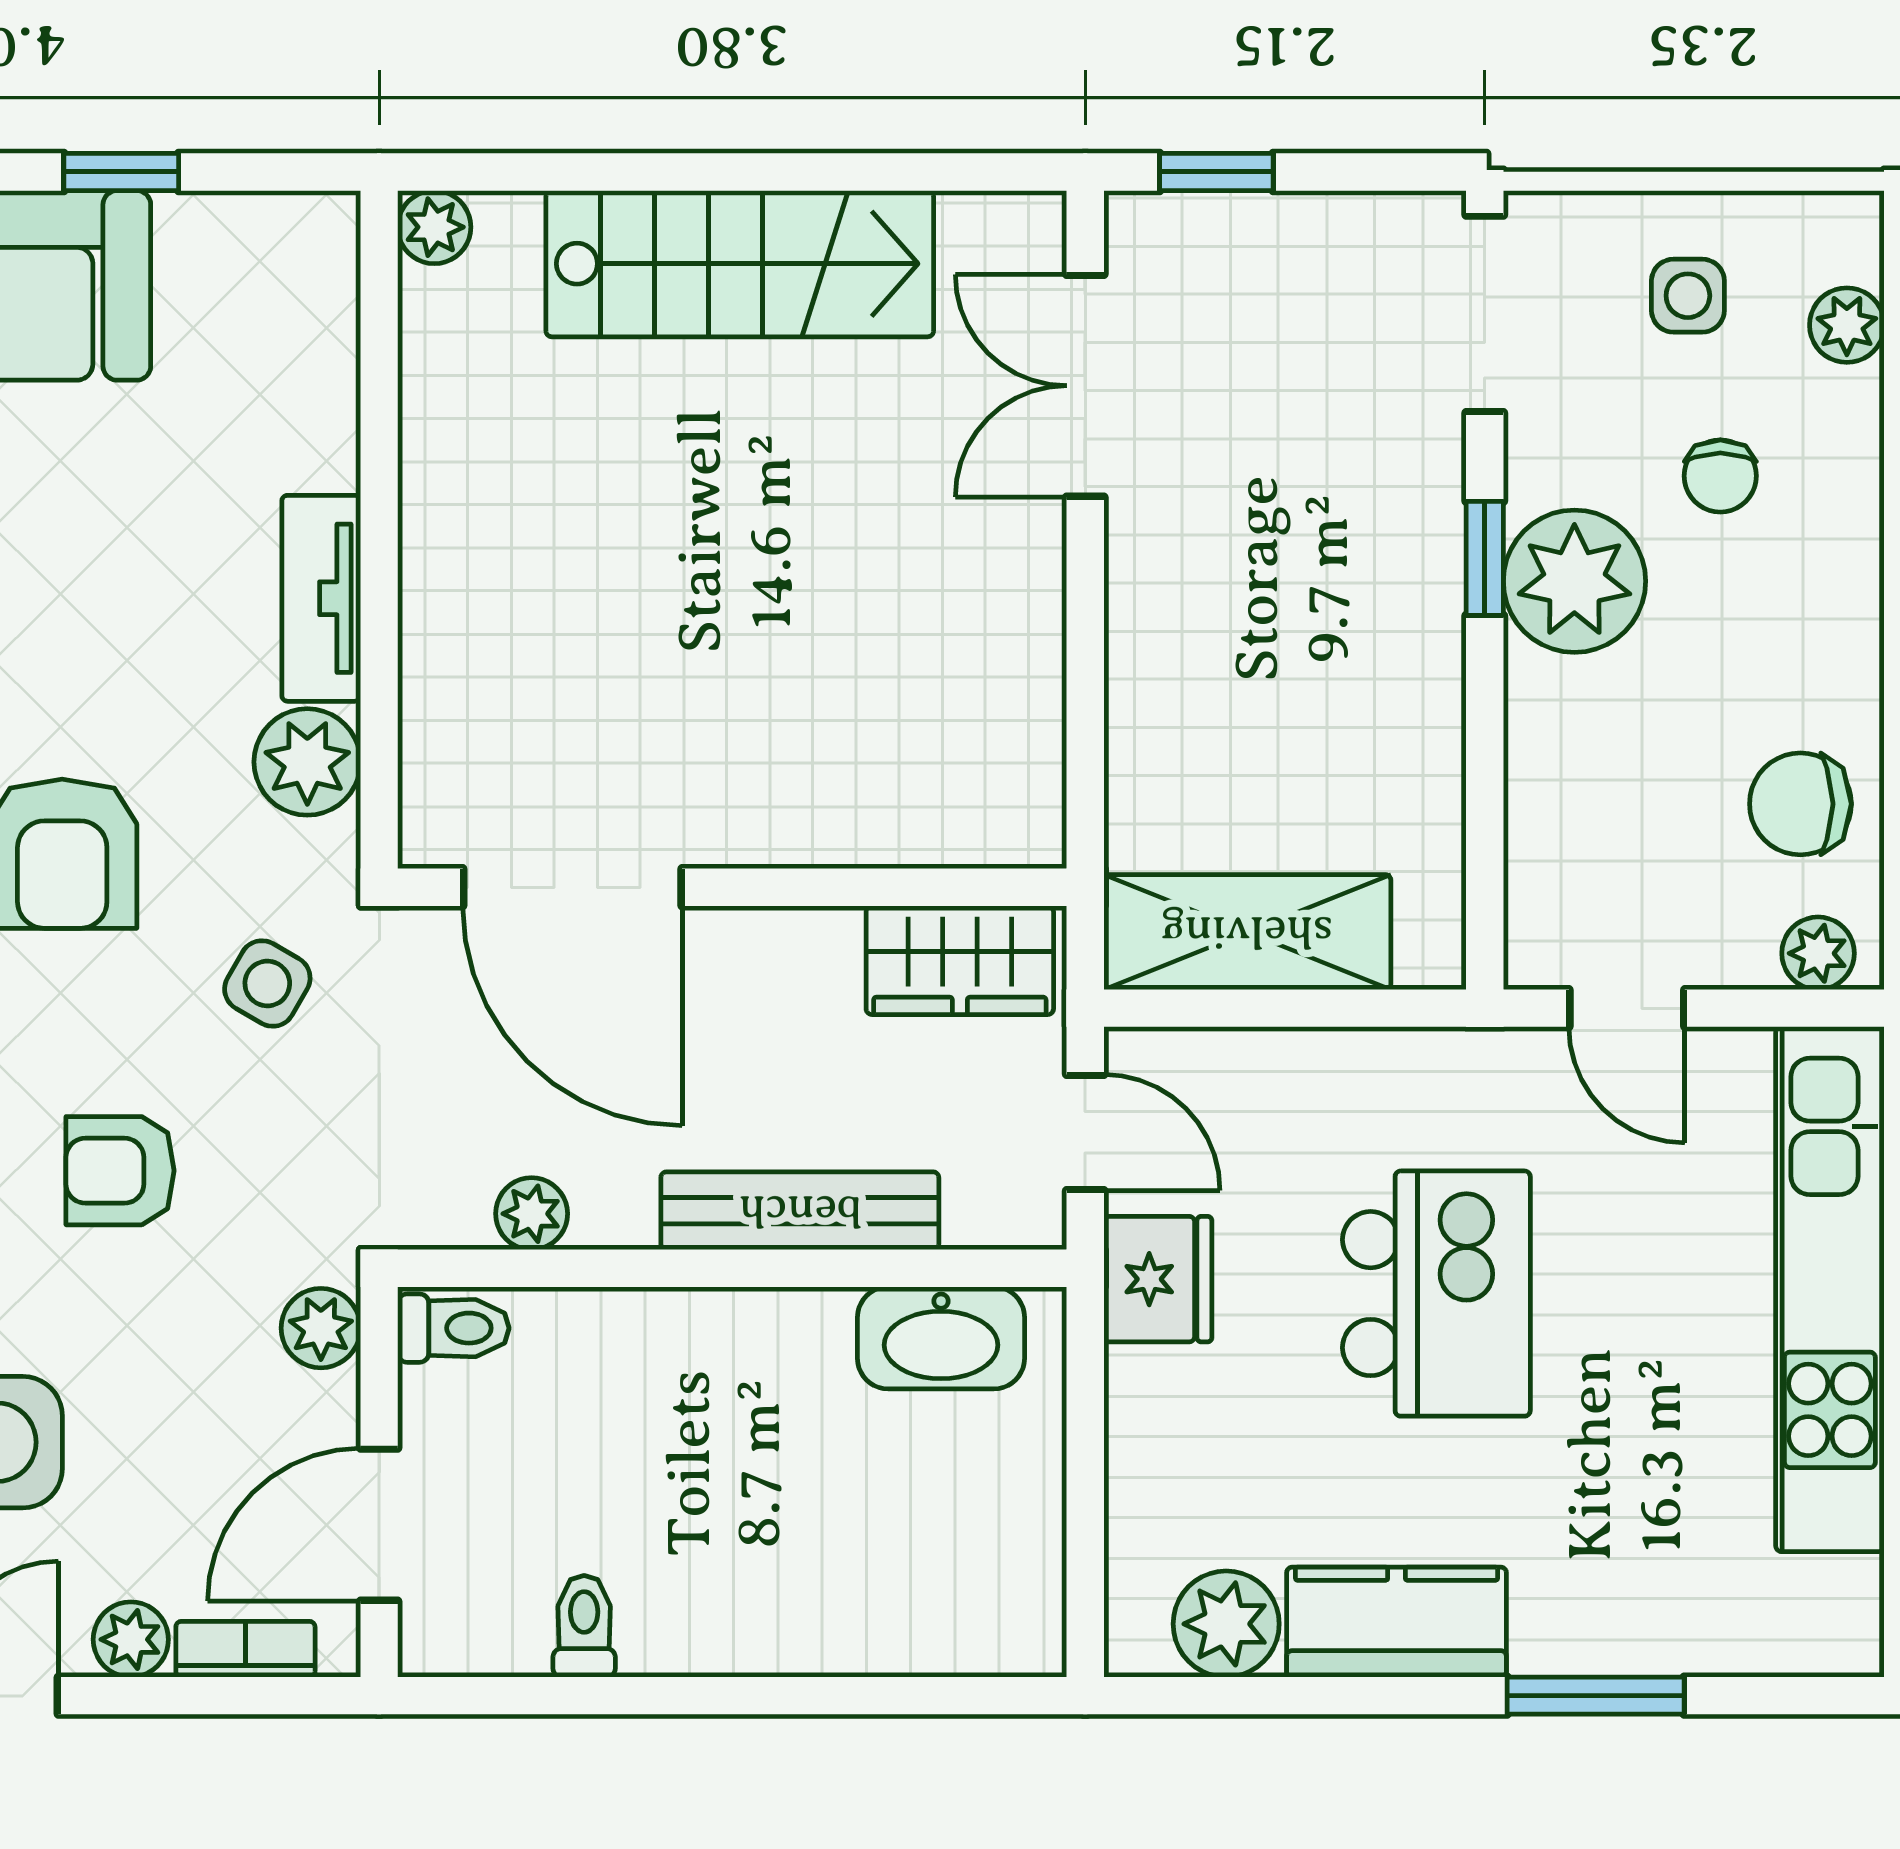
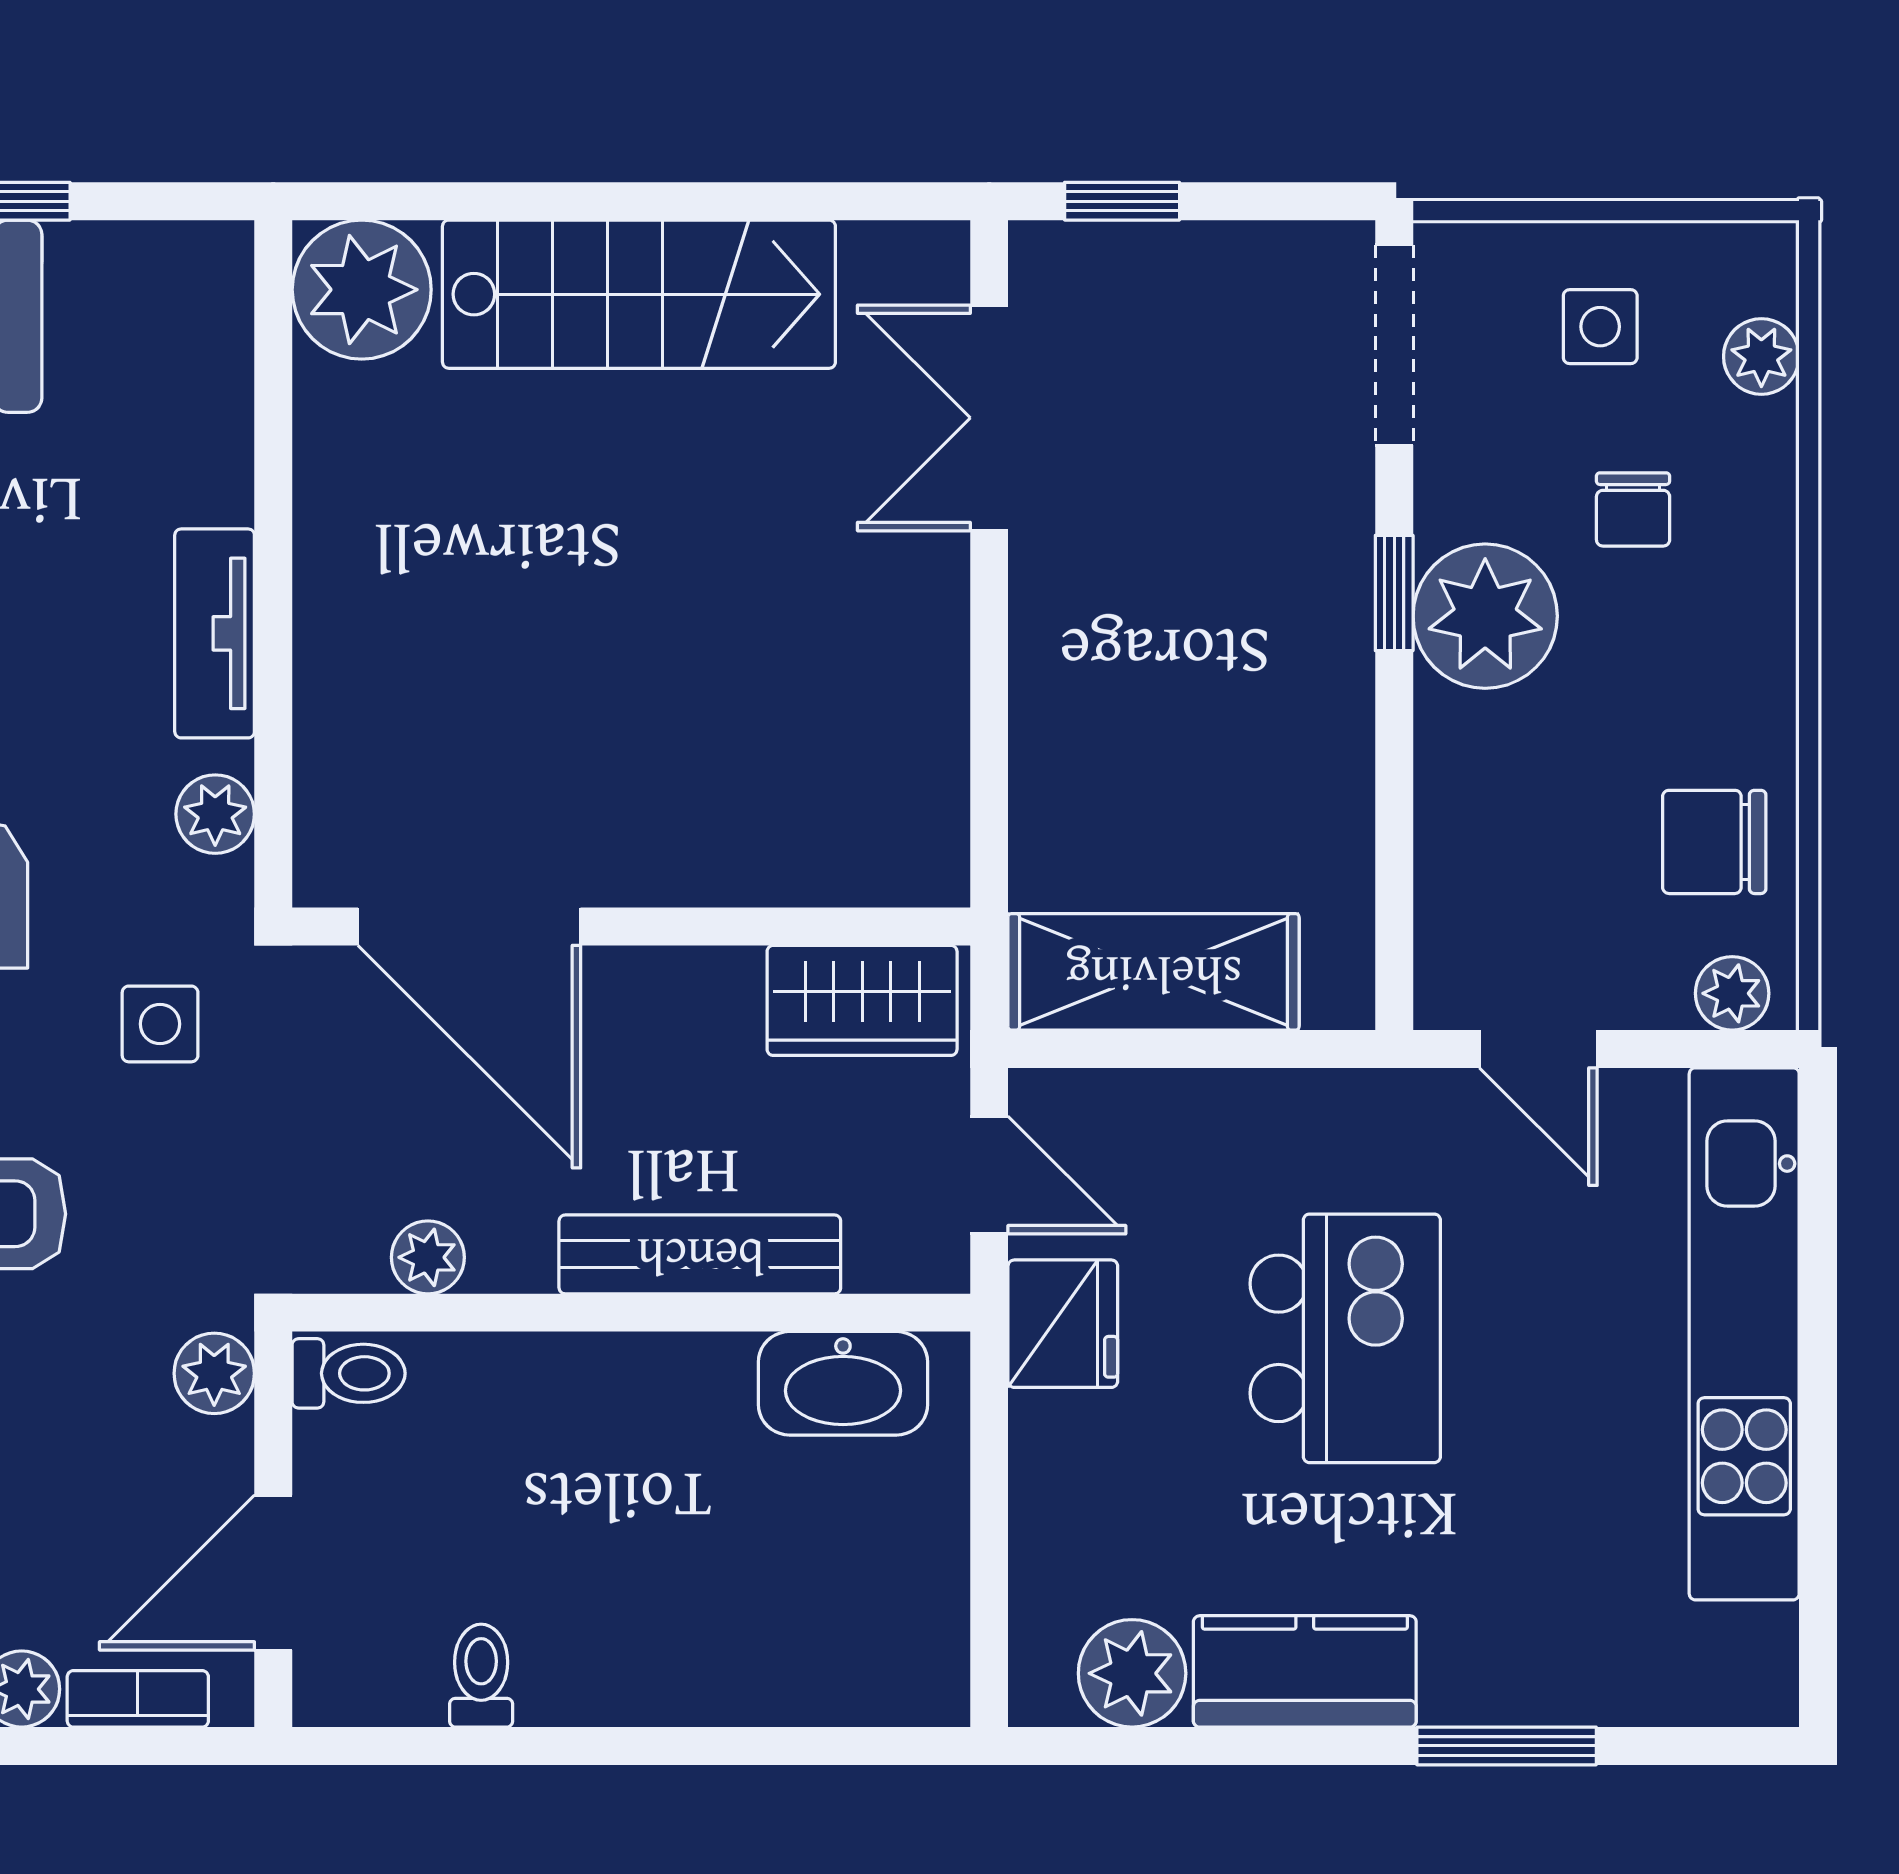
plant: (434, 227) -> (362, 290), width x1.87, depth x1.87
plant: (307, 762) -> (215, 814), width x0.73, depth x0.73
side table: (267, 983) -> (160, 1024), turned -30

